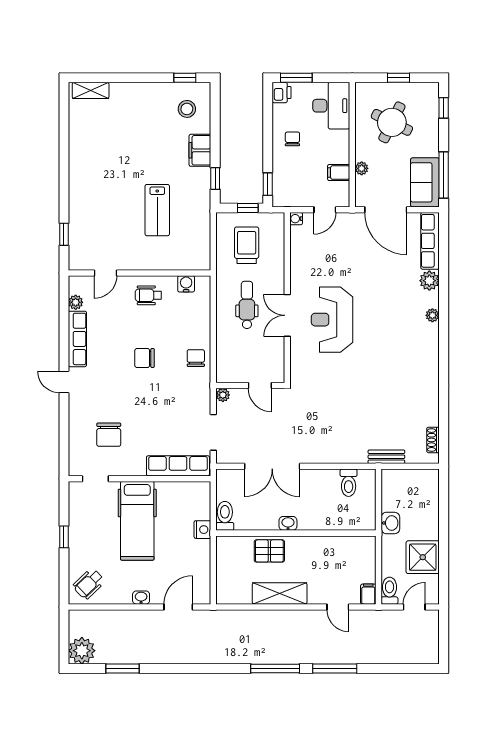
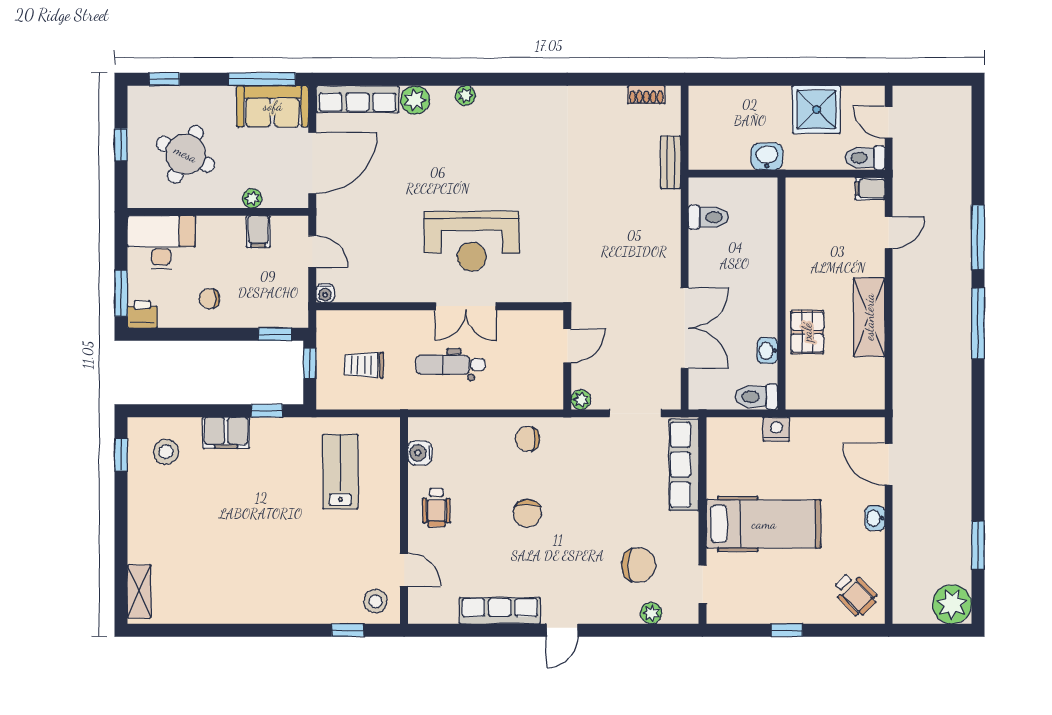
lab bench: (157, 210) -> (340, 472), moved, turned -90
trolley: (247, 245) -> (364, 365), width x0.73, depth x0.72
stool: (84, 253) -> (376, 601), added
plant: (76, 302) -> (651, 613), moved
washbasin: (288, 523) -> (767, 351), moved

